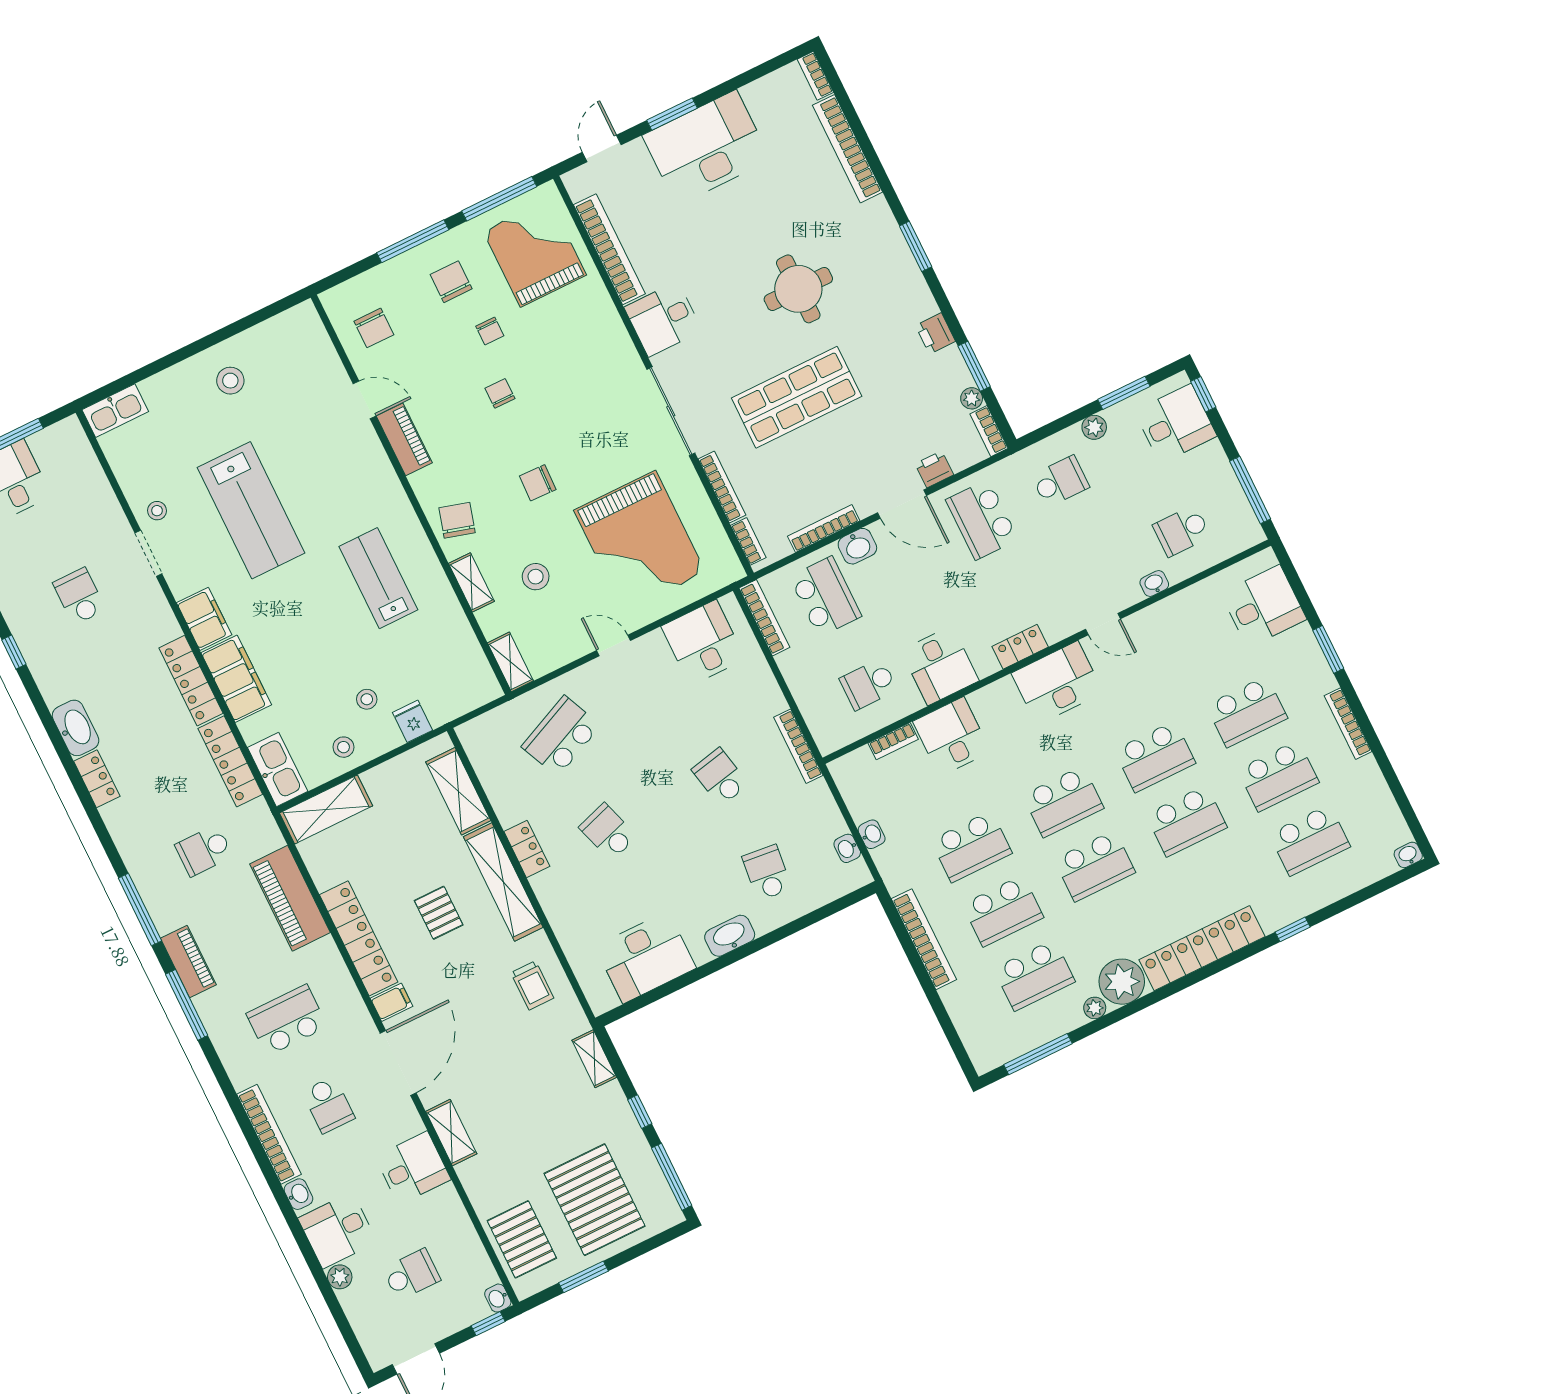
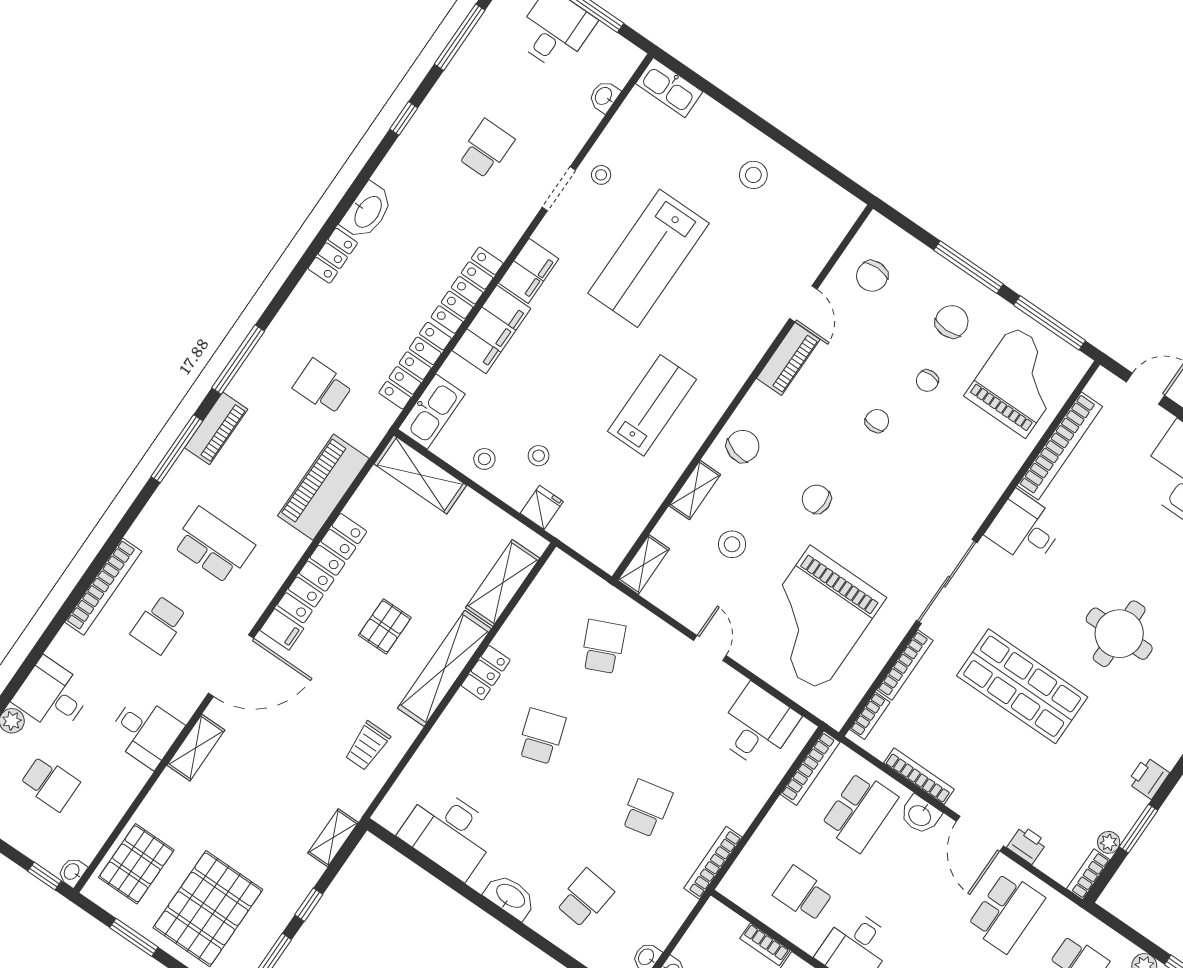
school desk: (982, 520) -> (1006, 912), turned 180
school desk: (561, 736) -> (603, 647), width x0.54
washbasin: (298, 1194) -> (604, 96), moved, turned 180

